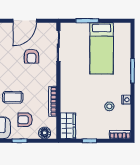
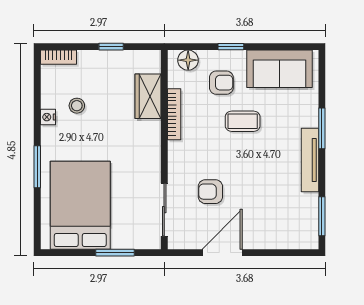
bed: (102, 48) -> (80, 205), width x1.50
armchair: (32, 56) -> (210, 192), turned -90
wardrobe: (68, 126) -> (148, 96), moved

